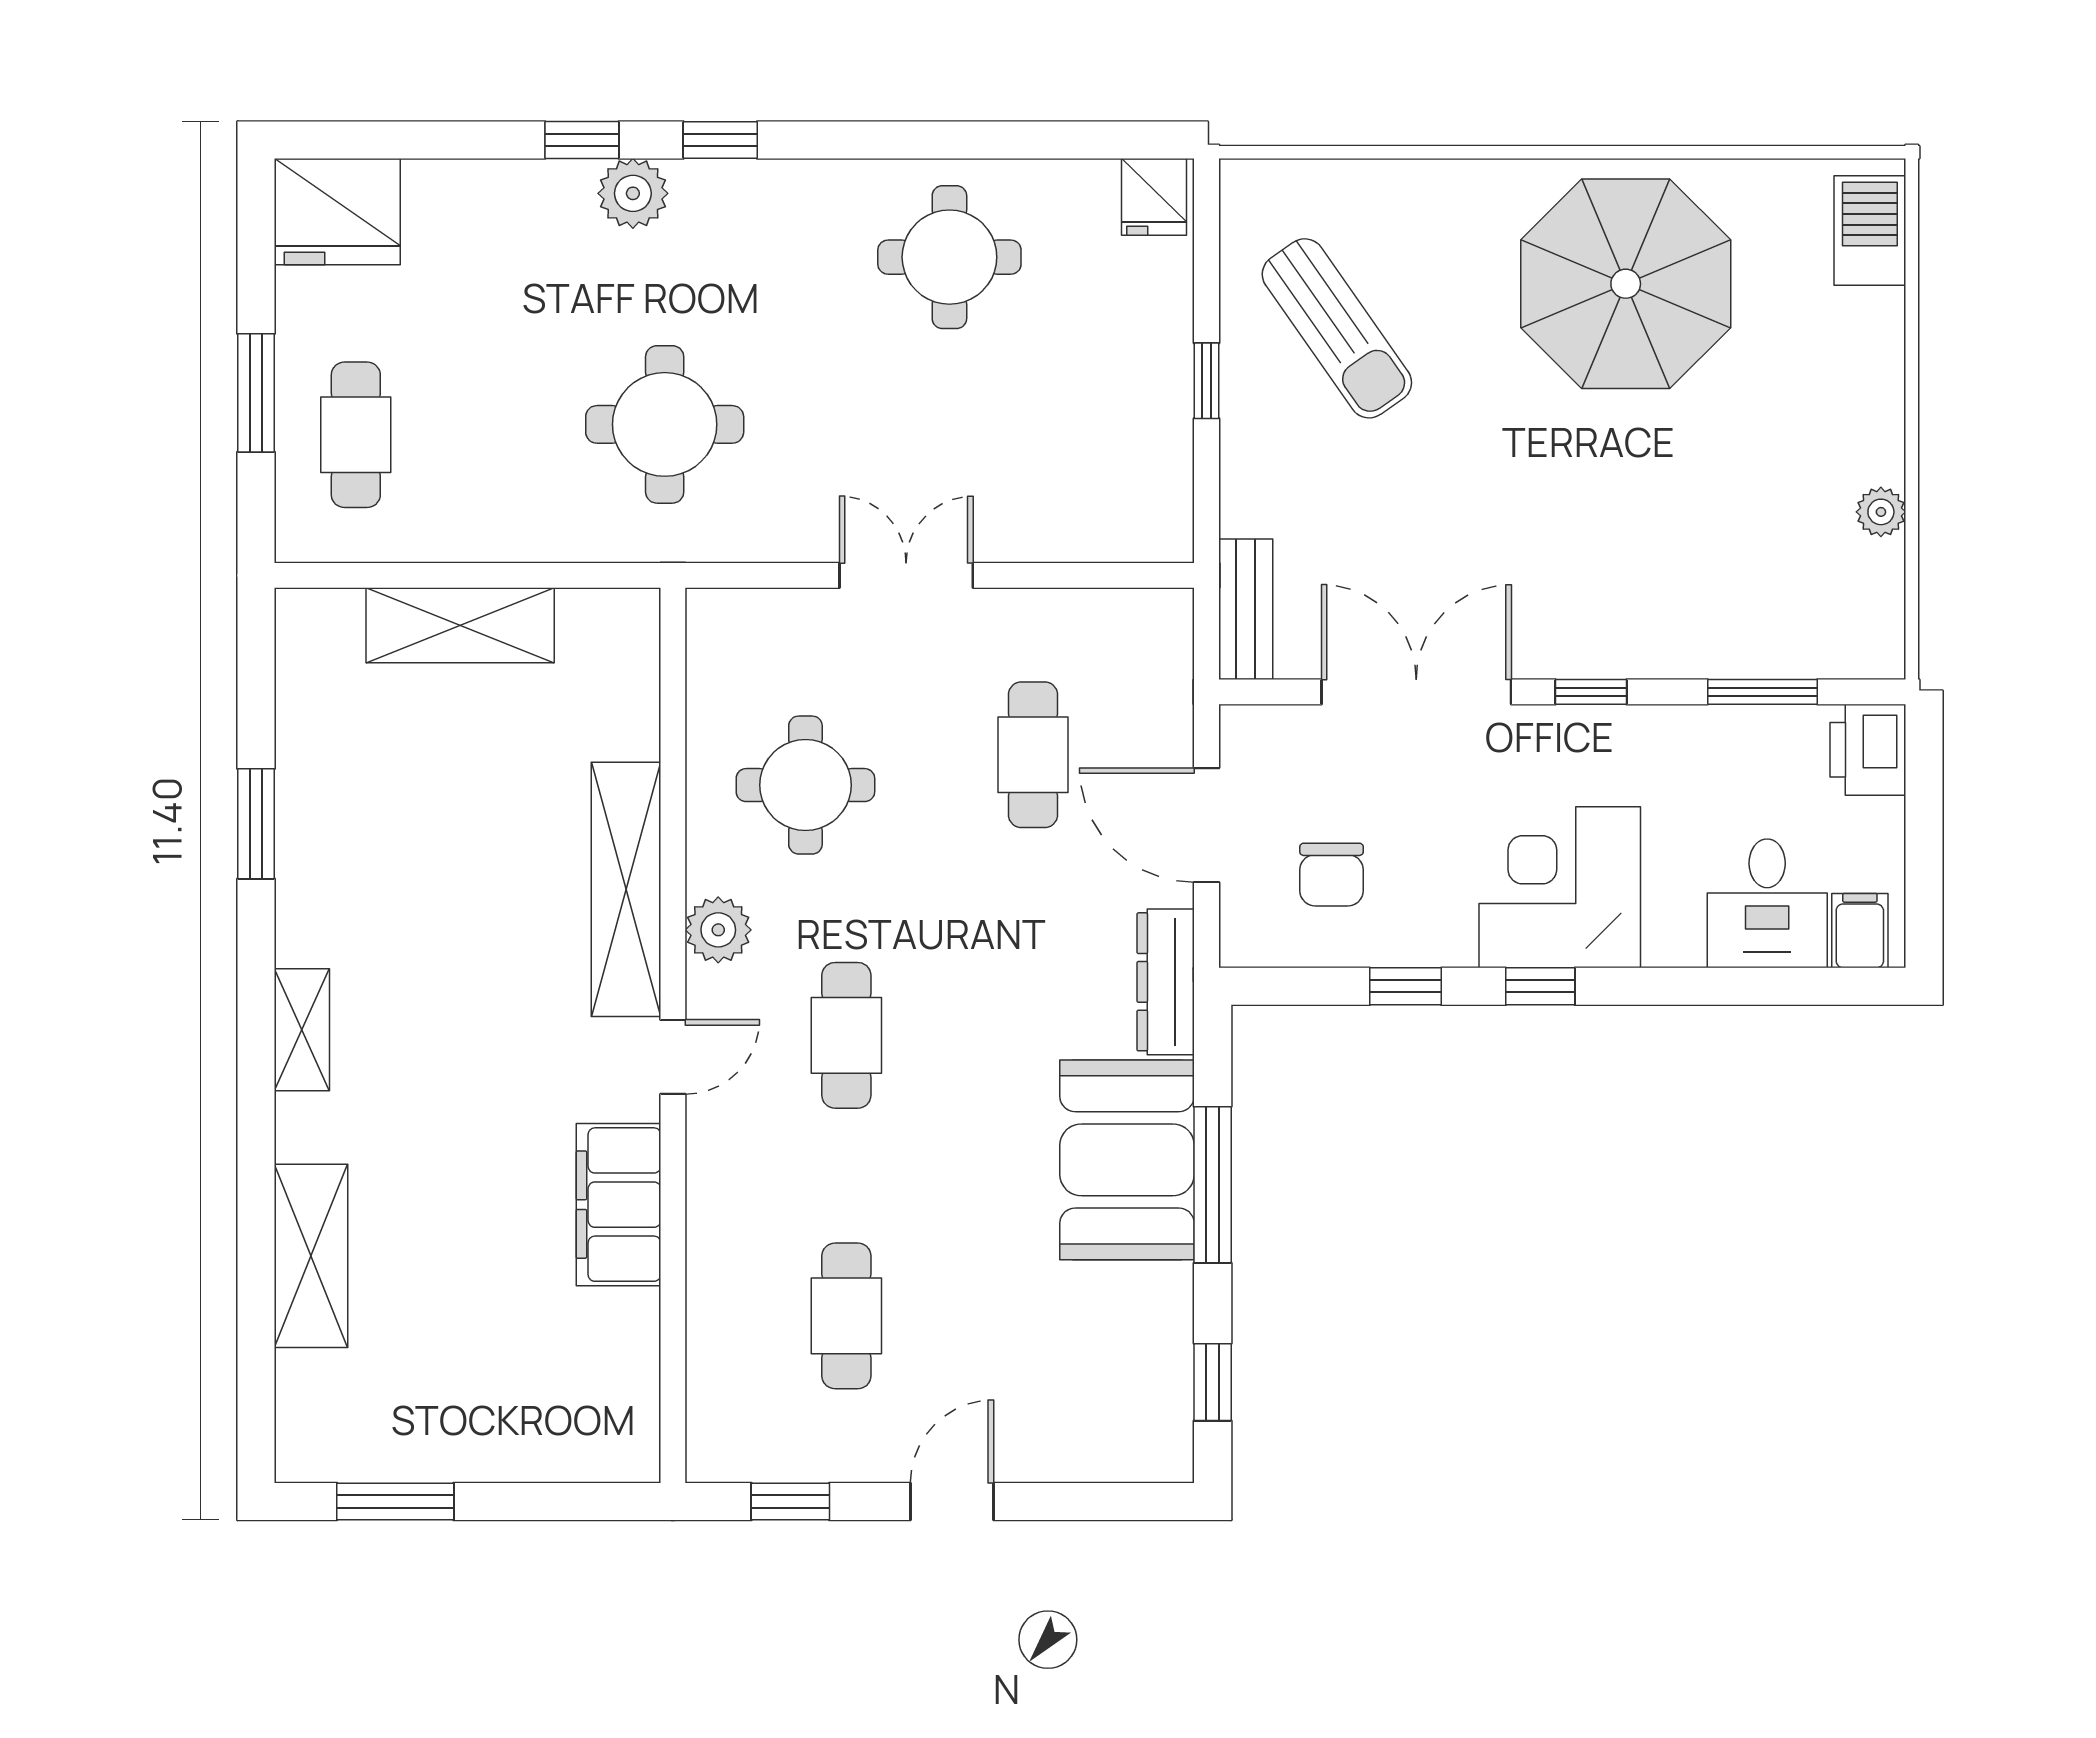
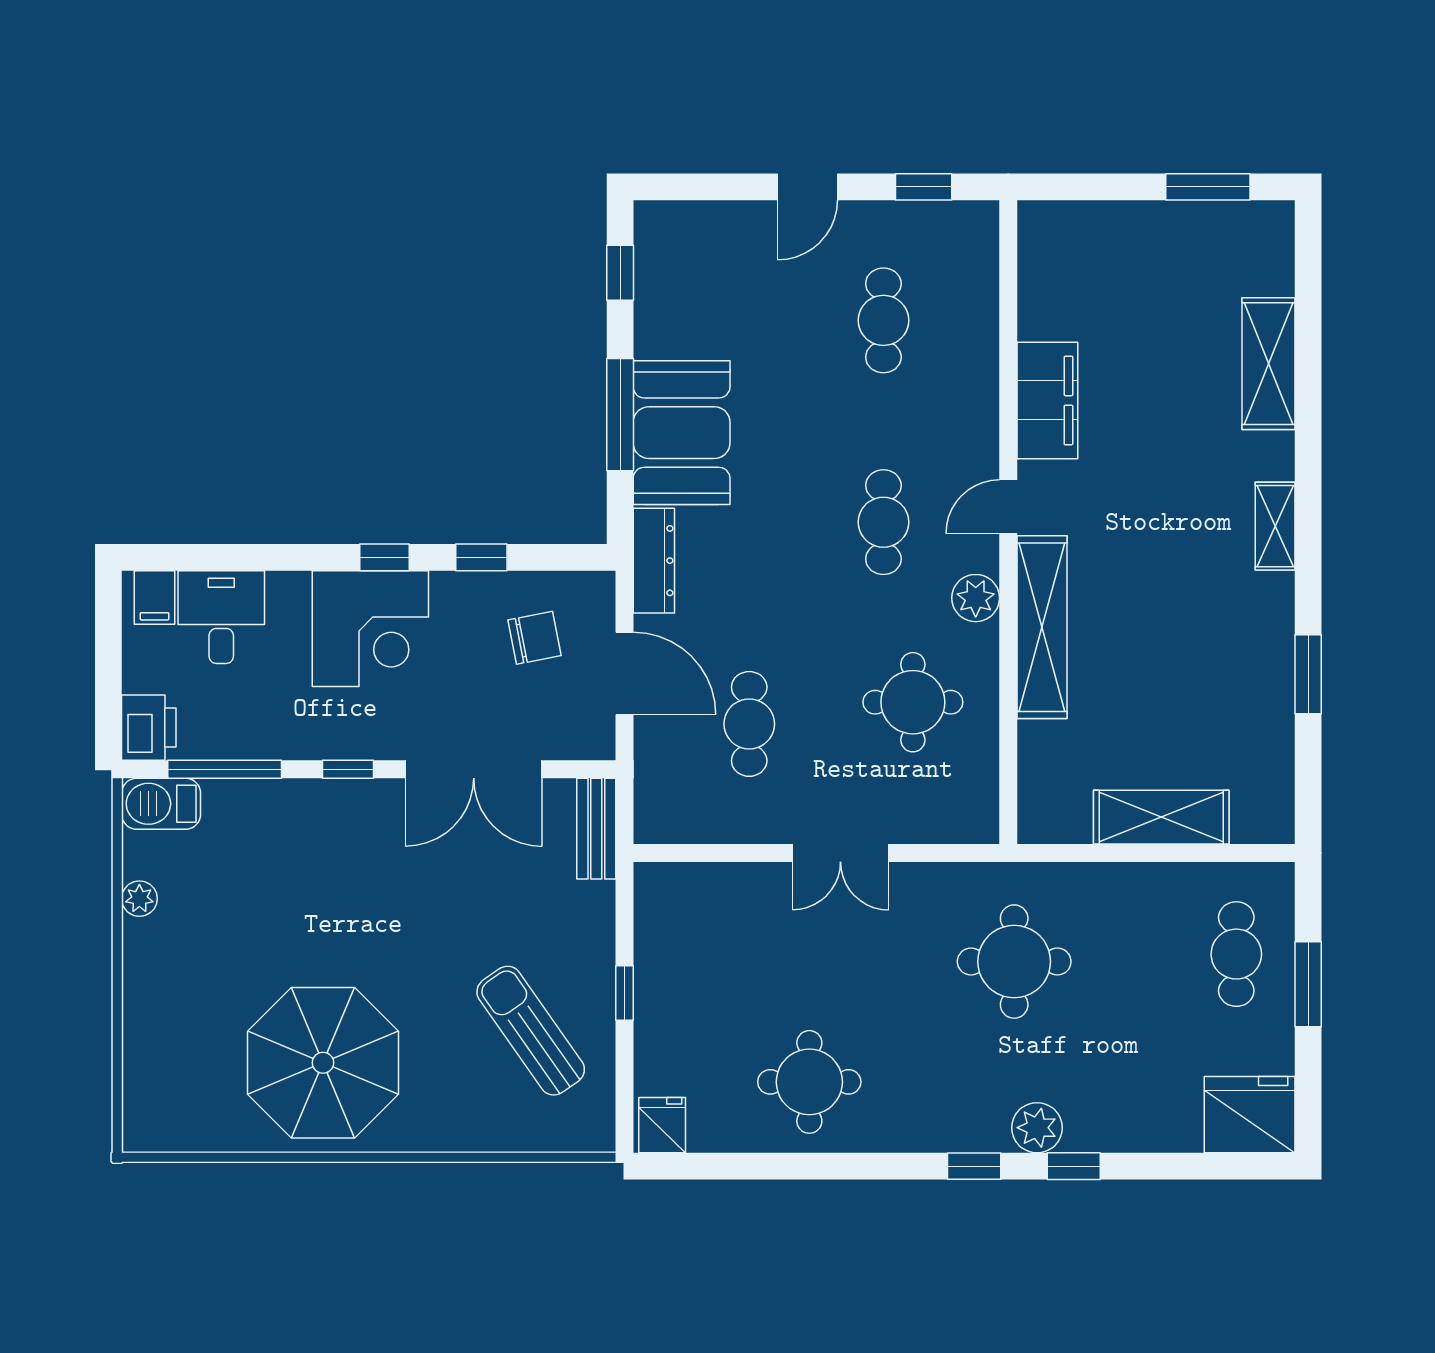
barbecue: (1870, 230) -> (161, 804), moved, turned 90
window: (1763, 692) -> (225, 769), width x1.44
chair: (1332, 875) -> (535, 638), turned 79

